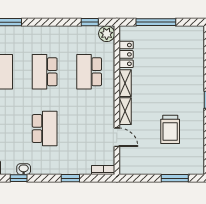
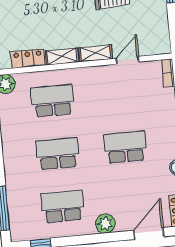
school desk: (45, 72) -> (58, 154), turned 180
school desk: (89, 72) -> (53, 101), turned 180

